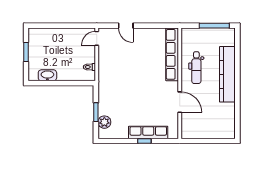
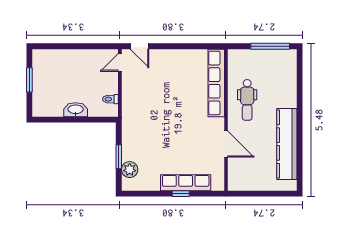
door: (126, 26) -> (139, 46), moved
kitchen counter: (227, 74) -> (287, 144), moved
washbasin: (47, 75) -> (76, 110), moved

